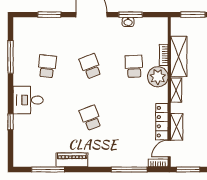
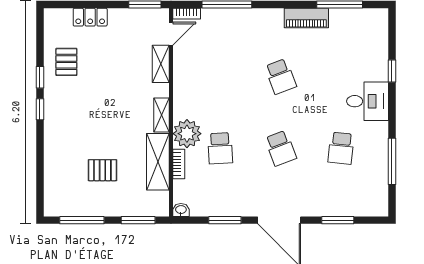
washbasin: (128, 22) -> (181, 210), moved
locker: (162, 122) -> (181, 71), removed

